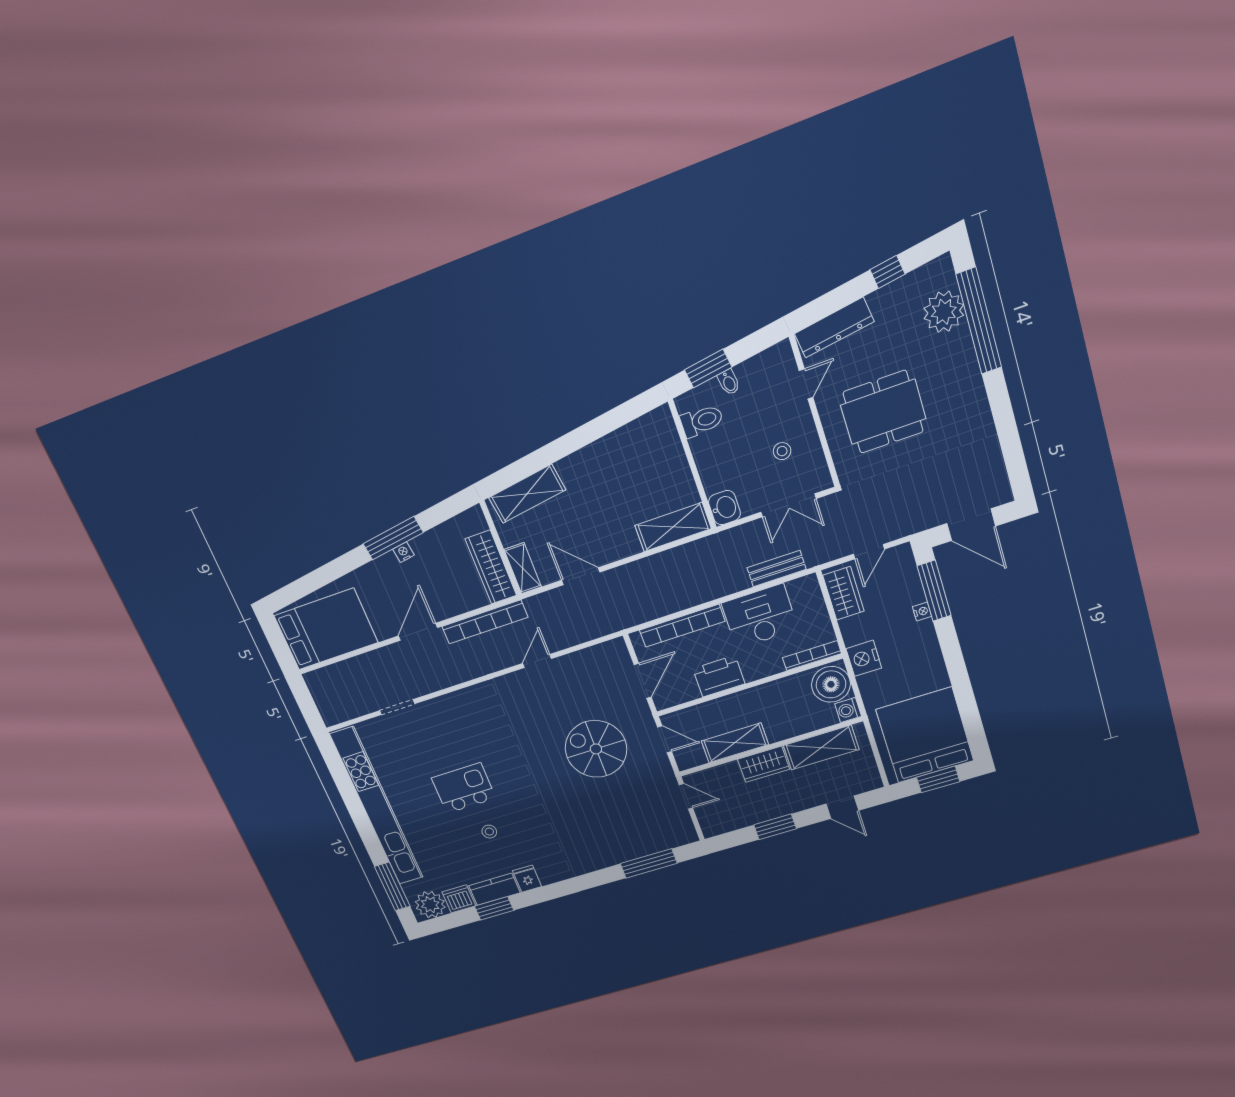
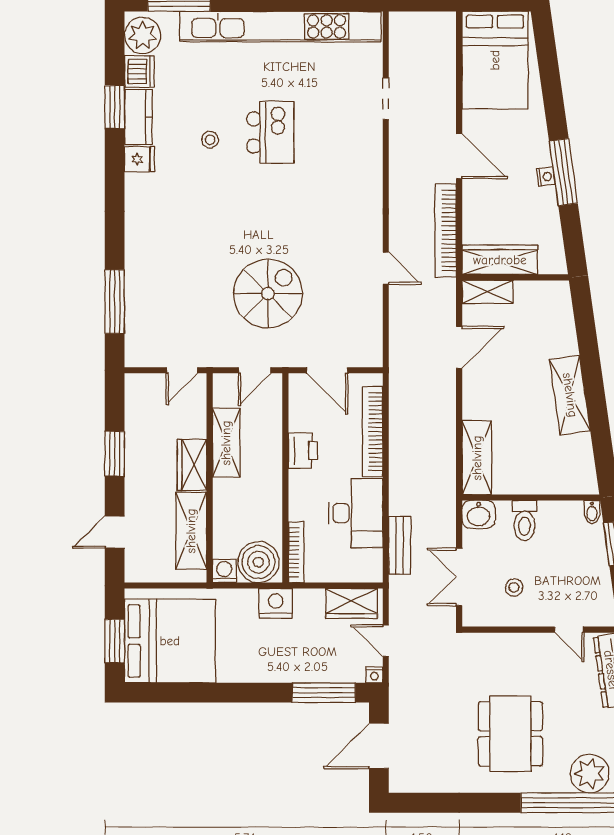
bidet: (729, 382) -> (592, 512), moved, turned -82
dining table: (883, 412) -> (510, 734), moved
toilet: (702, 421) -> (525, 521), moved
shelving: (527, 494) -> (570, 395), moved
nightstand: (922, 611) -> (374, 675), moved
printer: (719, 676) -> (303, 451), width x0.73, depth x0.84

